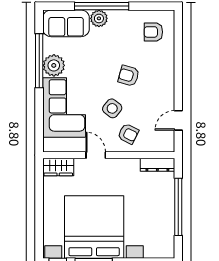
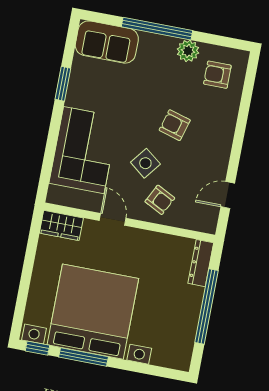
plant: (99, 18) -> (188, 51), moved
window: (39, 61) -> (63, 84), width x0.47
plant: (54, 65) -> (81, 93), removed
dresser: (157, 165) -> (201, 263), moved, turned 90

